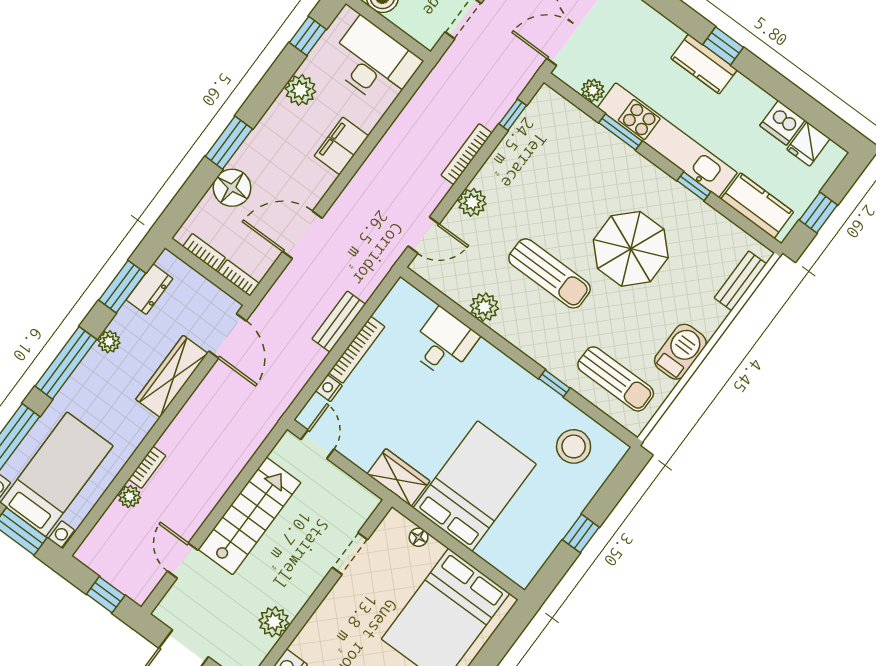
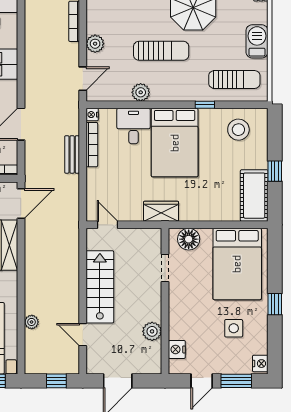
door: (227, 336) -> (21, 204), hinge flipped
bookcase: (357, 350) -> (92, 145), moved
nightstand: (329, 388) -> (92, 115), moved
bookcase: (147, 467) -> (30, 301), removed
bed: (475, 486) -> (175, 143), moved, turned 180
floor lamp: (419, 537) -> (189, 239), width x1.89, depth x1.89
cot: (532, 545) -> (254, 196), added

